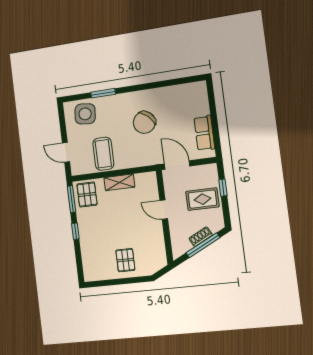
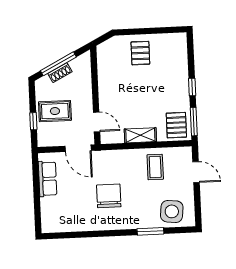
chair: (144, 122) -> (109, 196), turned -43
coffee table: (103, 154) -> (155, 167), width x0.73, depth x0.77
door: (164, 210) -> (97, 122), moved

